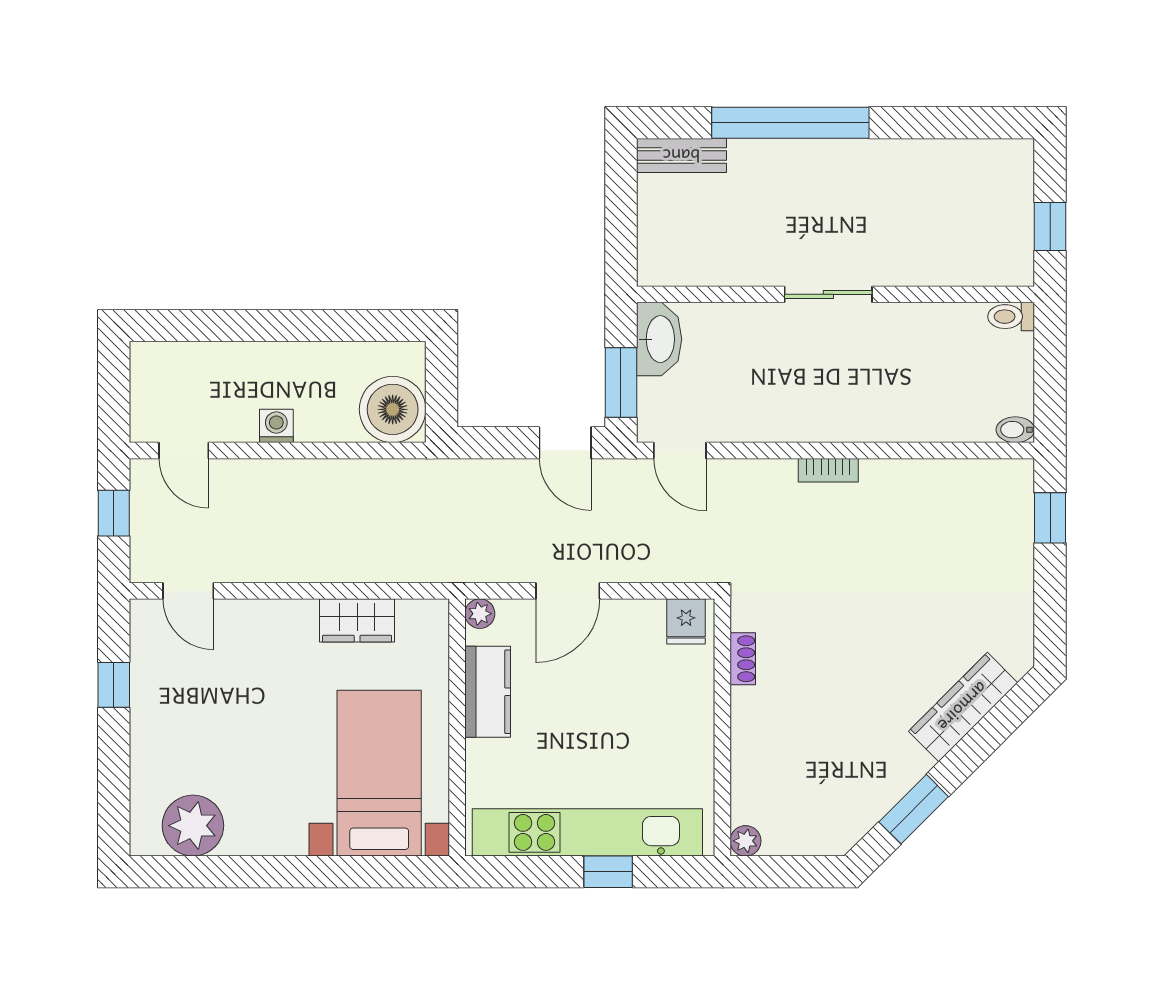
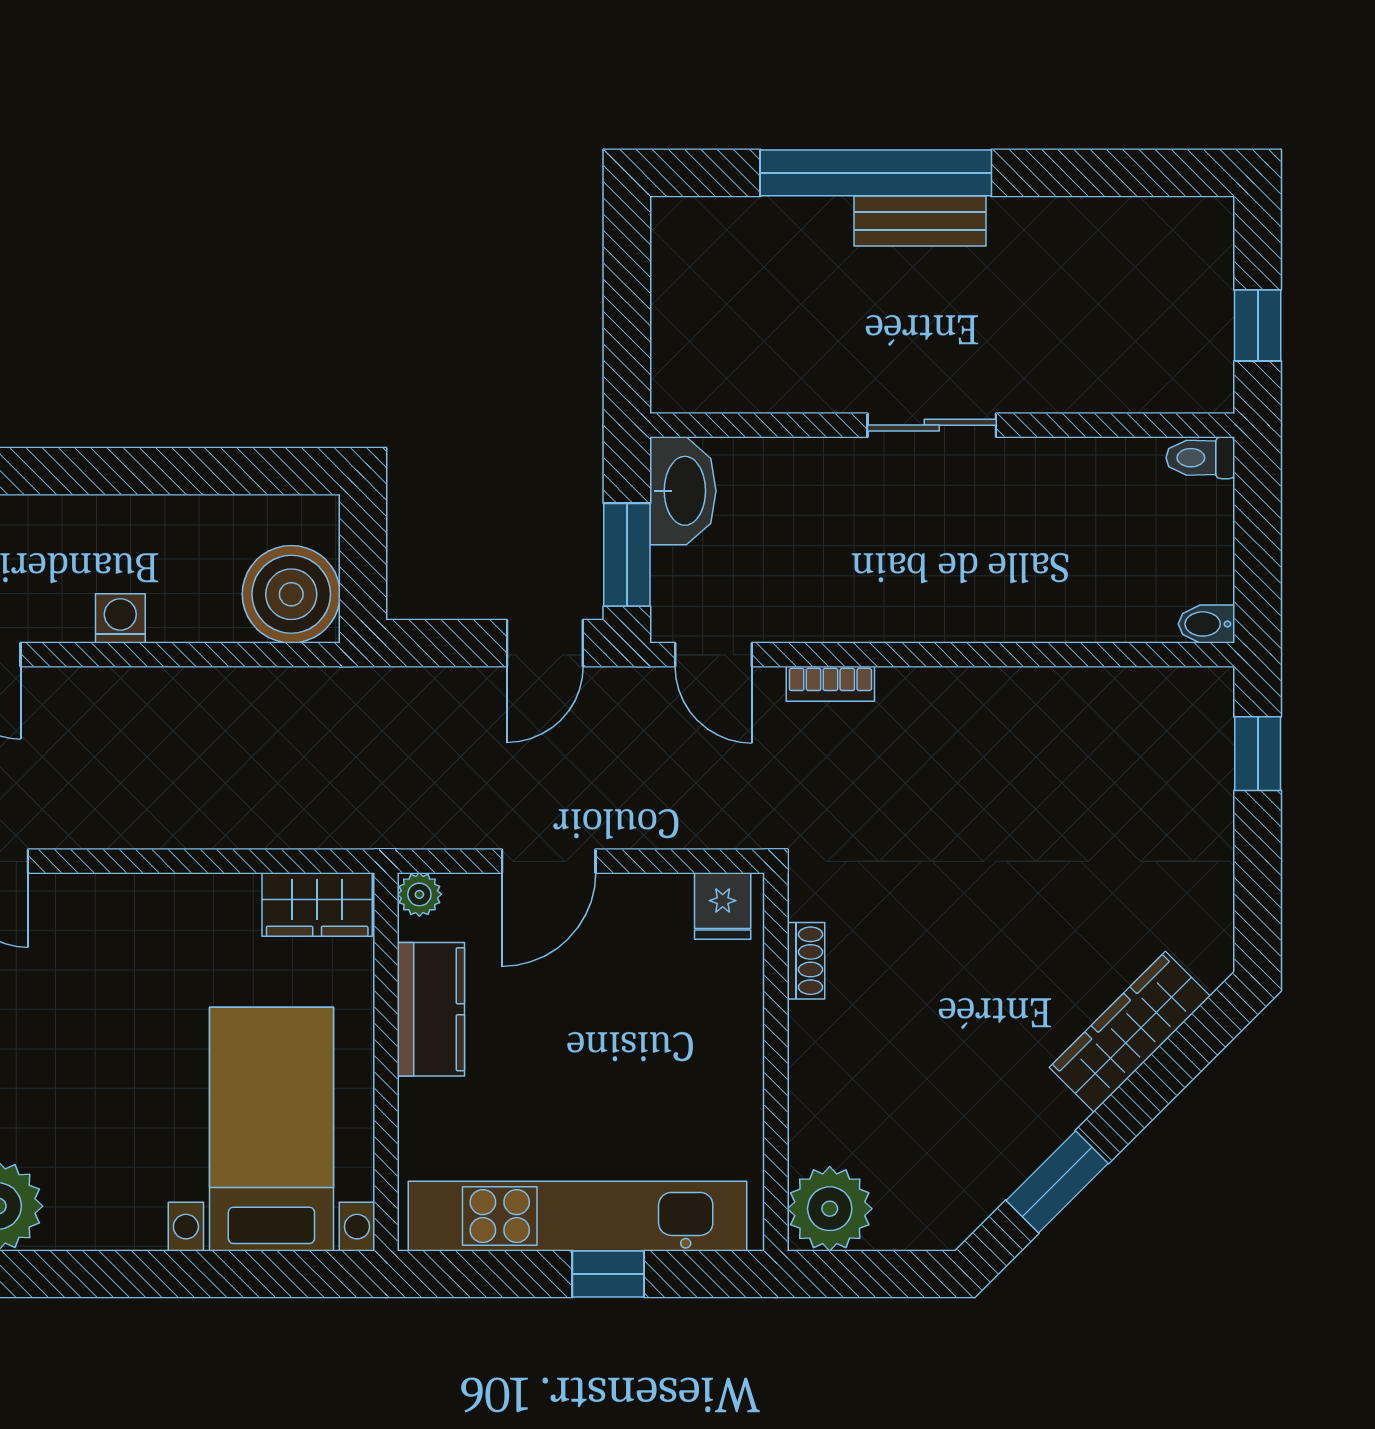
bench: (681, 156) -> (920, 221), moved
door: (565, 443) -> (545, 643), hinge flipped
bookcase: (828, 470) -> (830, 684), moved
wardrobe: (357, 620) -> (317, 904), moved
plant: (746, 841) -> (830, 1209), width x1.88, depth x1.88

